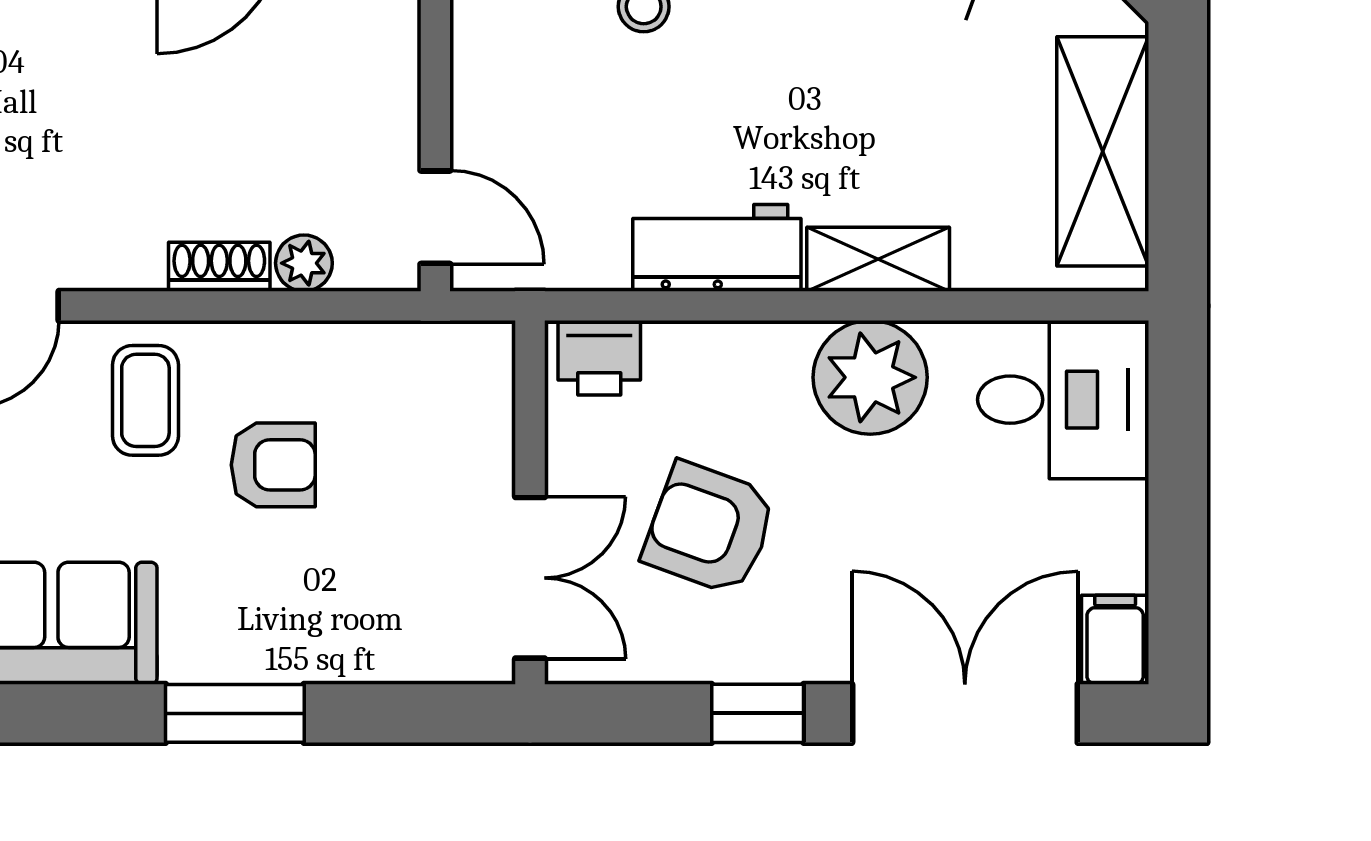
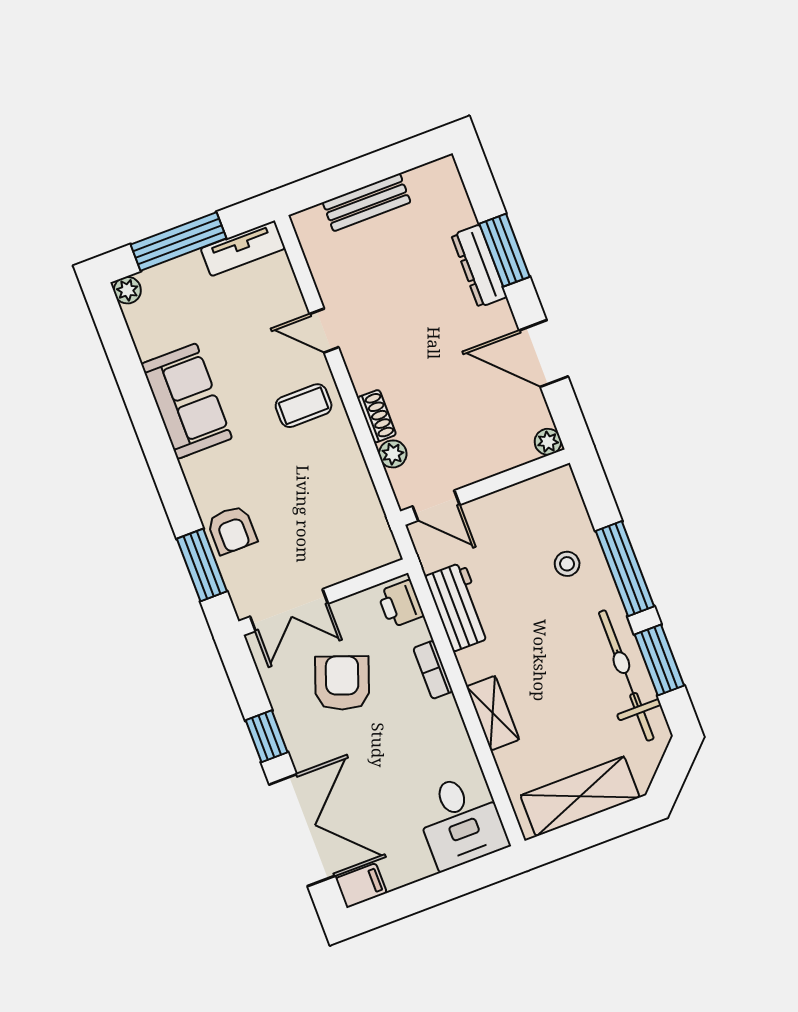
door: (435, 217) -> (436, 506), hinge flipped
workbench: (717, 248) -> (458, 607), moved
bookcase: (751, 343) -> (433, 670), added
plant: (870, 377) -> (438, 730), removed
armchair: (273, 465) -> (232, 530), moved
window: (235, 713) -> (202, 565), moved

